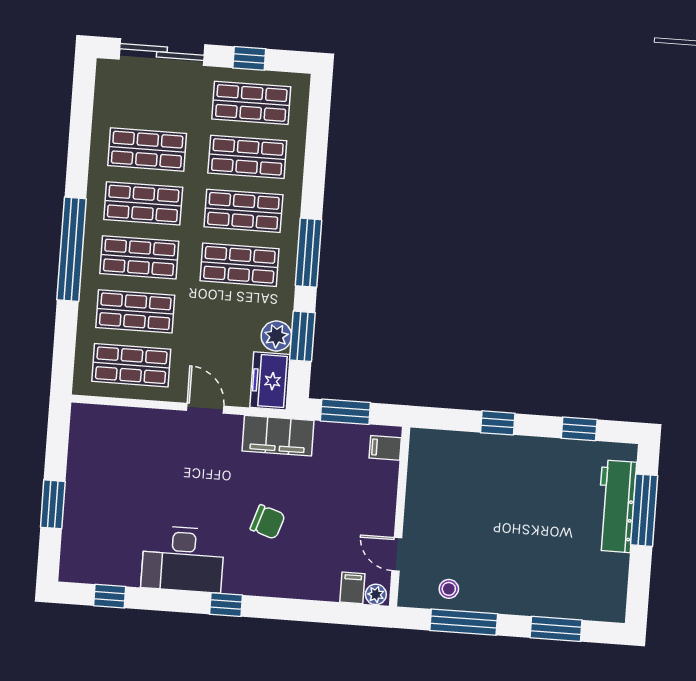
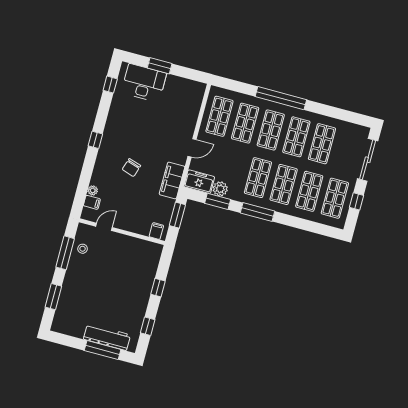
desk: (183, 559) -> (144, 83), moved, turned 90
plant: (376, 594) -> (93, 190), moved

